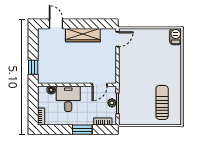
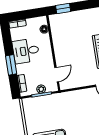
door: (100, 85) -> (57, 75), swing flipped
desk: (68, 99) -> (26, 51), moved, turned 180

